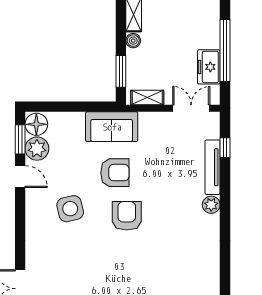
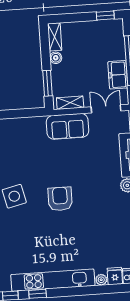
sofa: (112, 127) -> (67, 126), moved
armchair: (115, 173) -> (48, 165), removed

